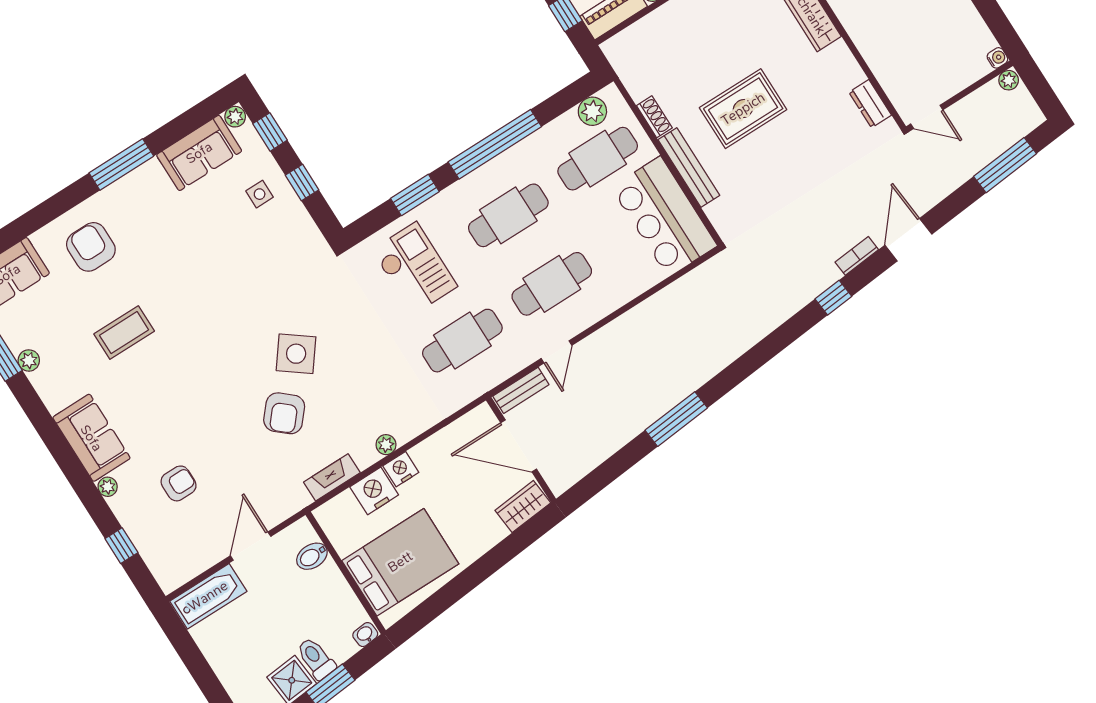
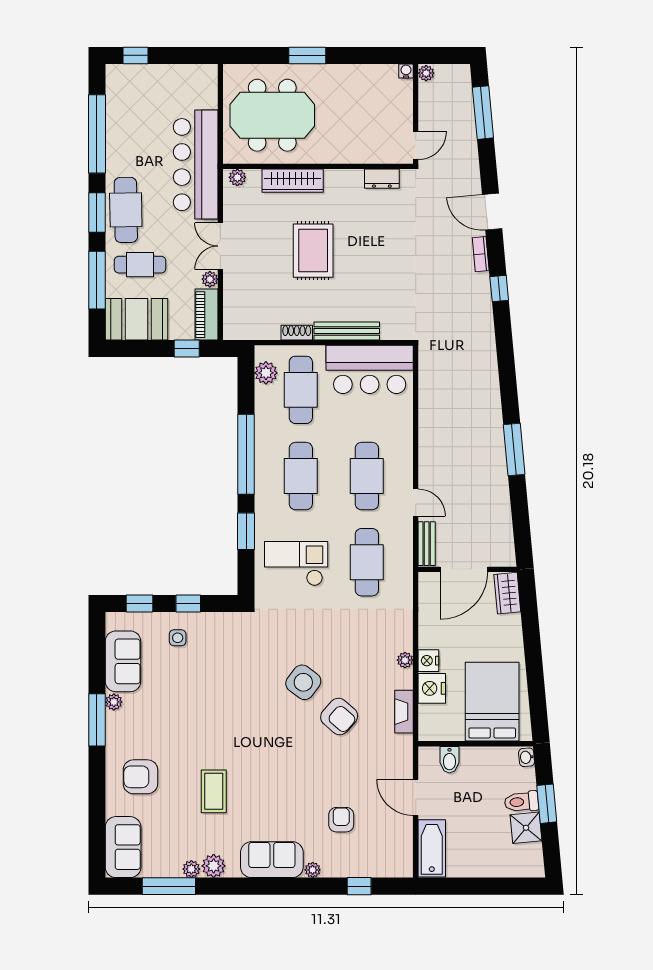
rug: (743, 109) -> (313, 251), moved
plant: (235, 117) -> (114, 702), moved
plant: (47, 381) -> (214, 866), added

